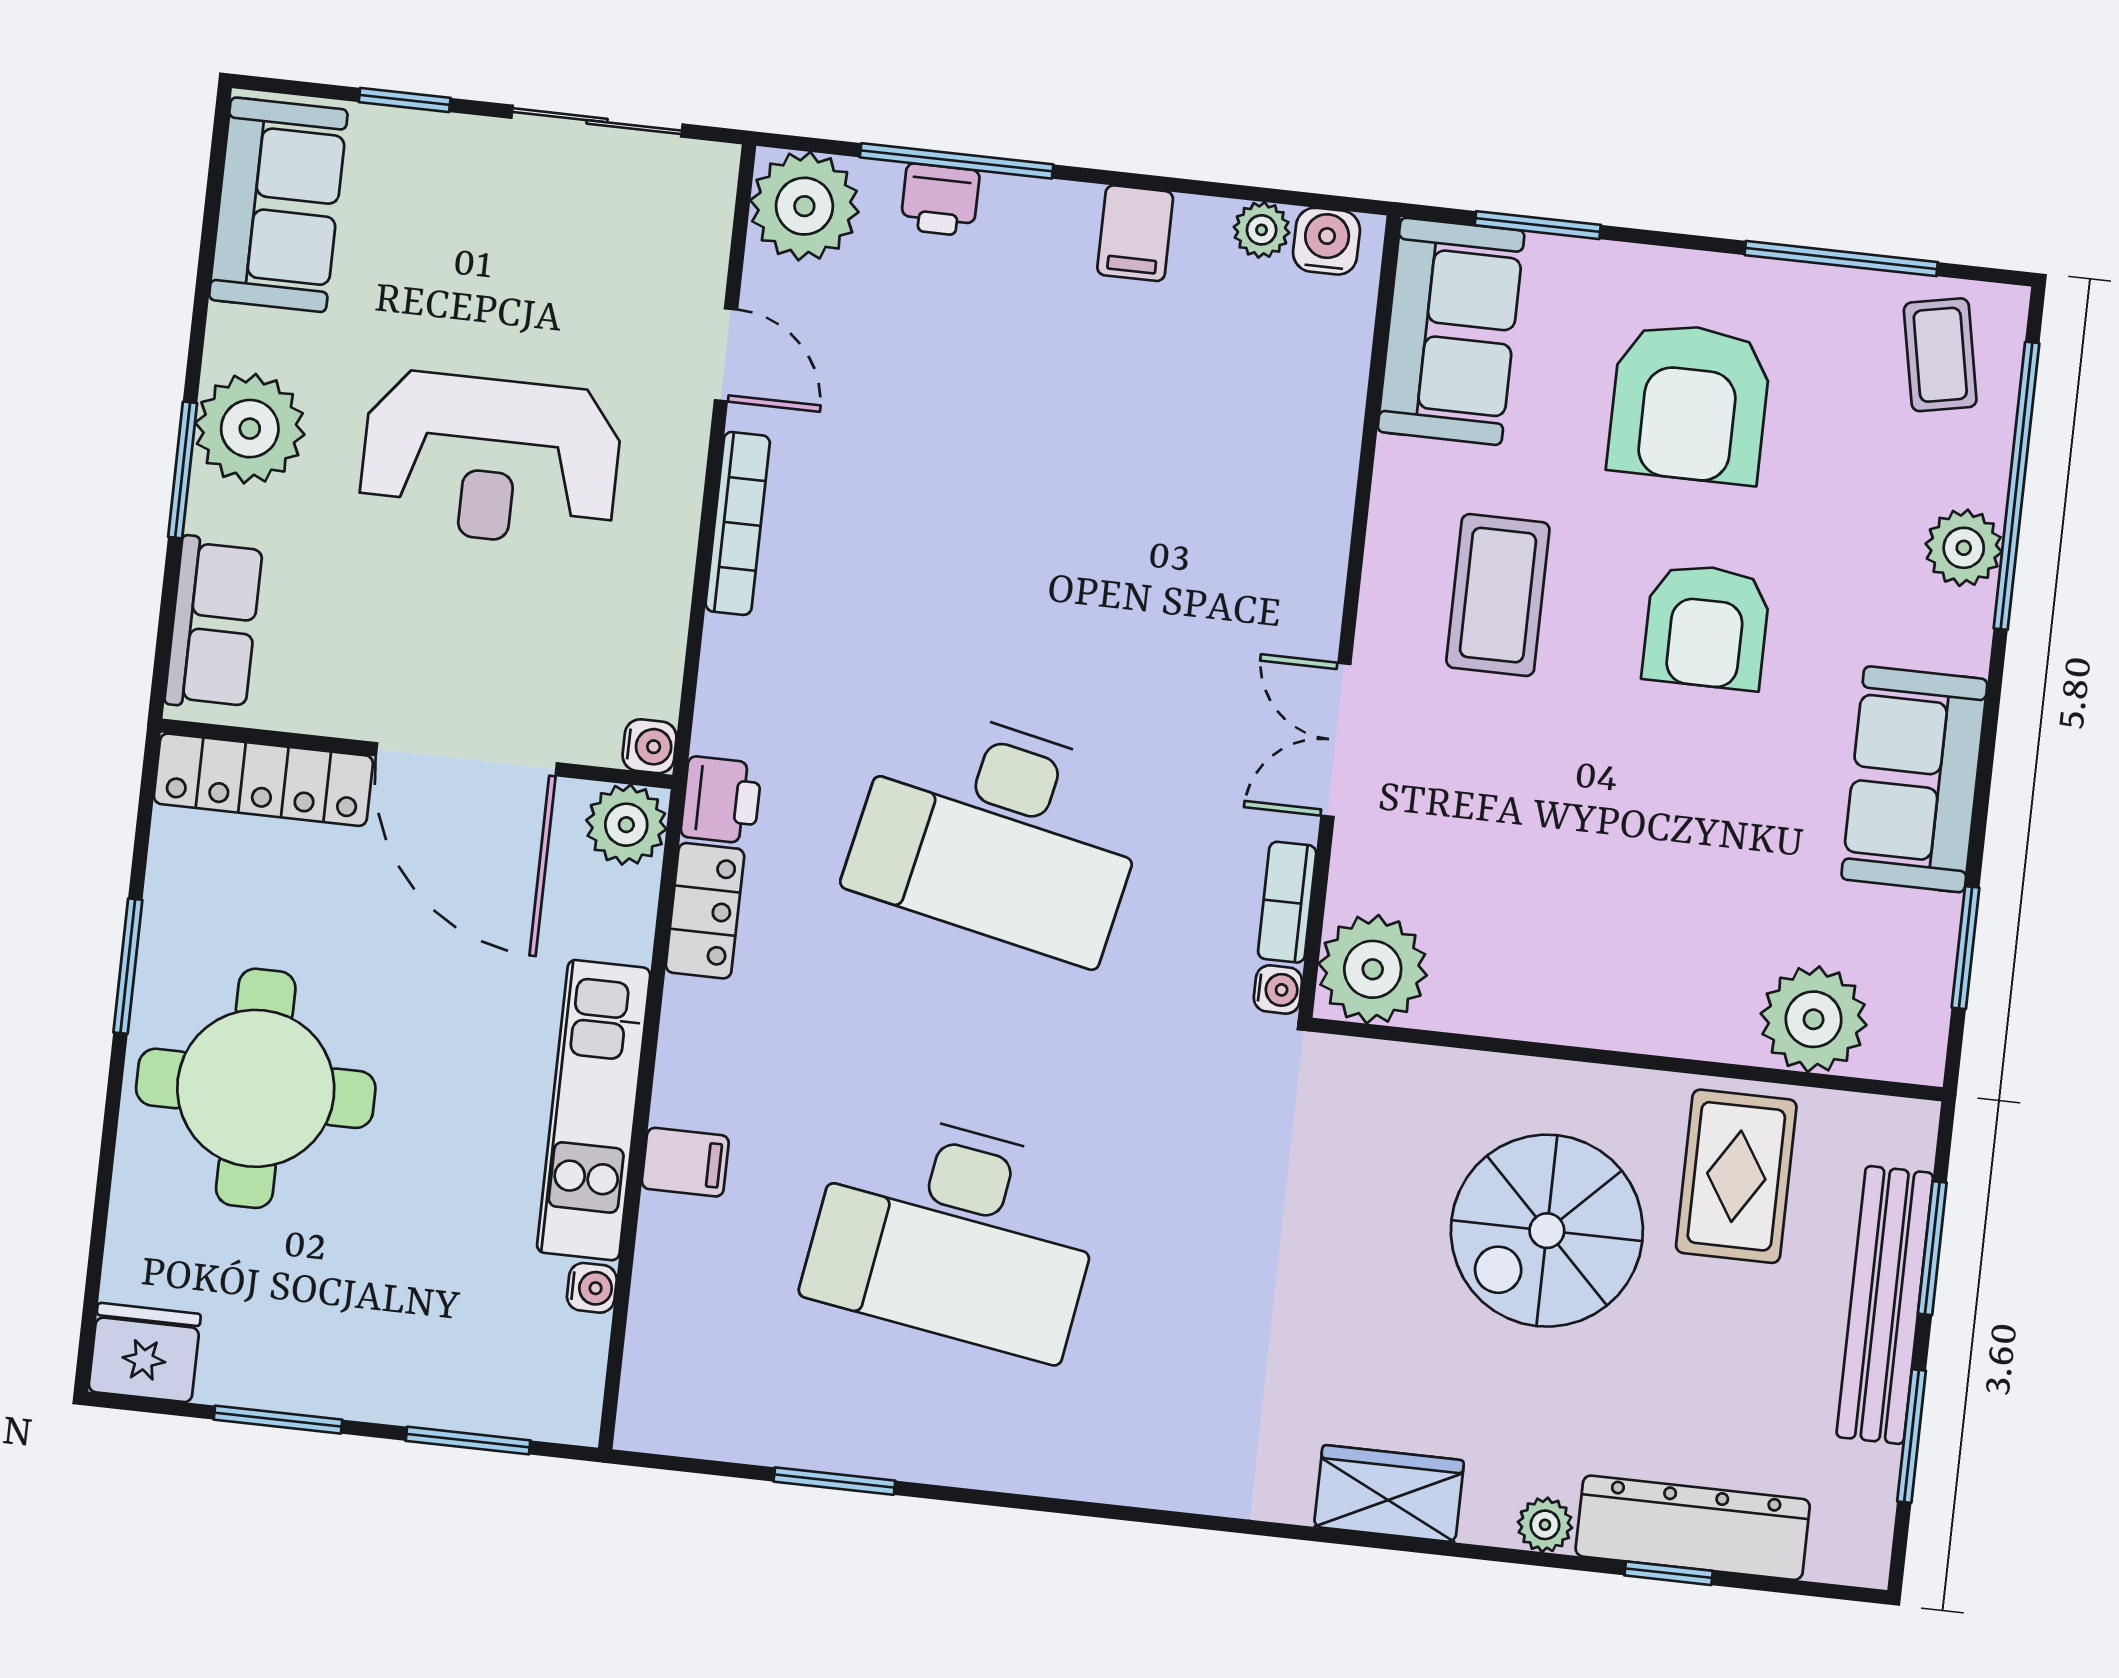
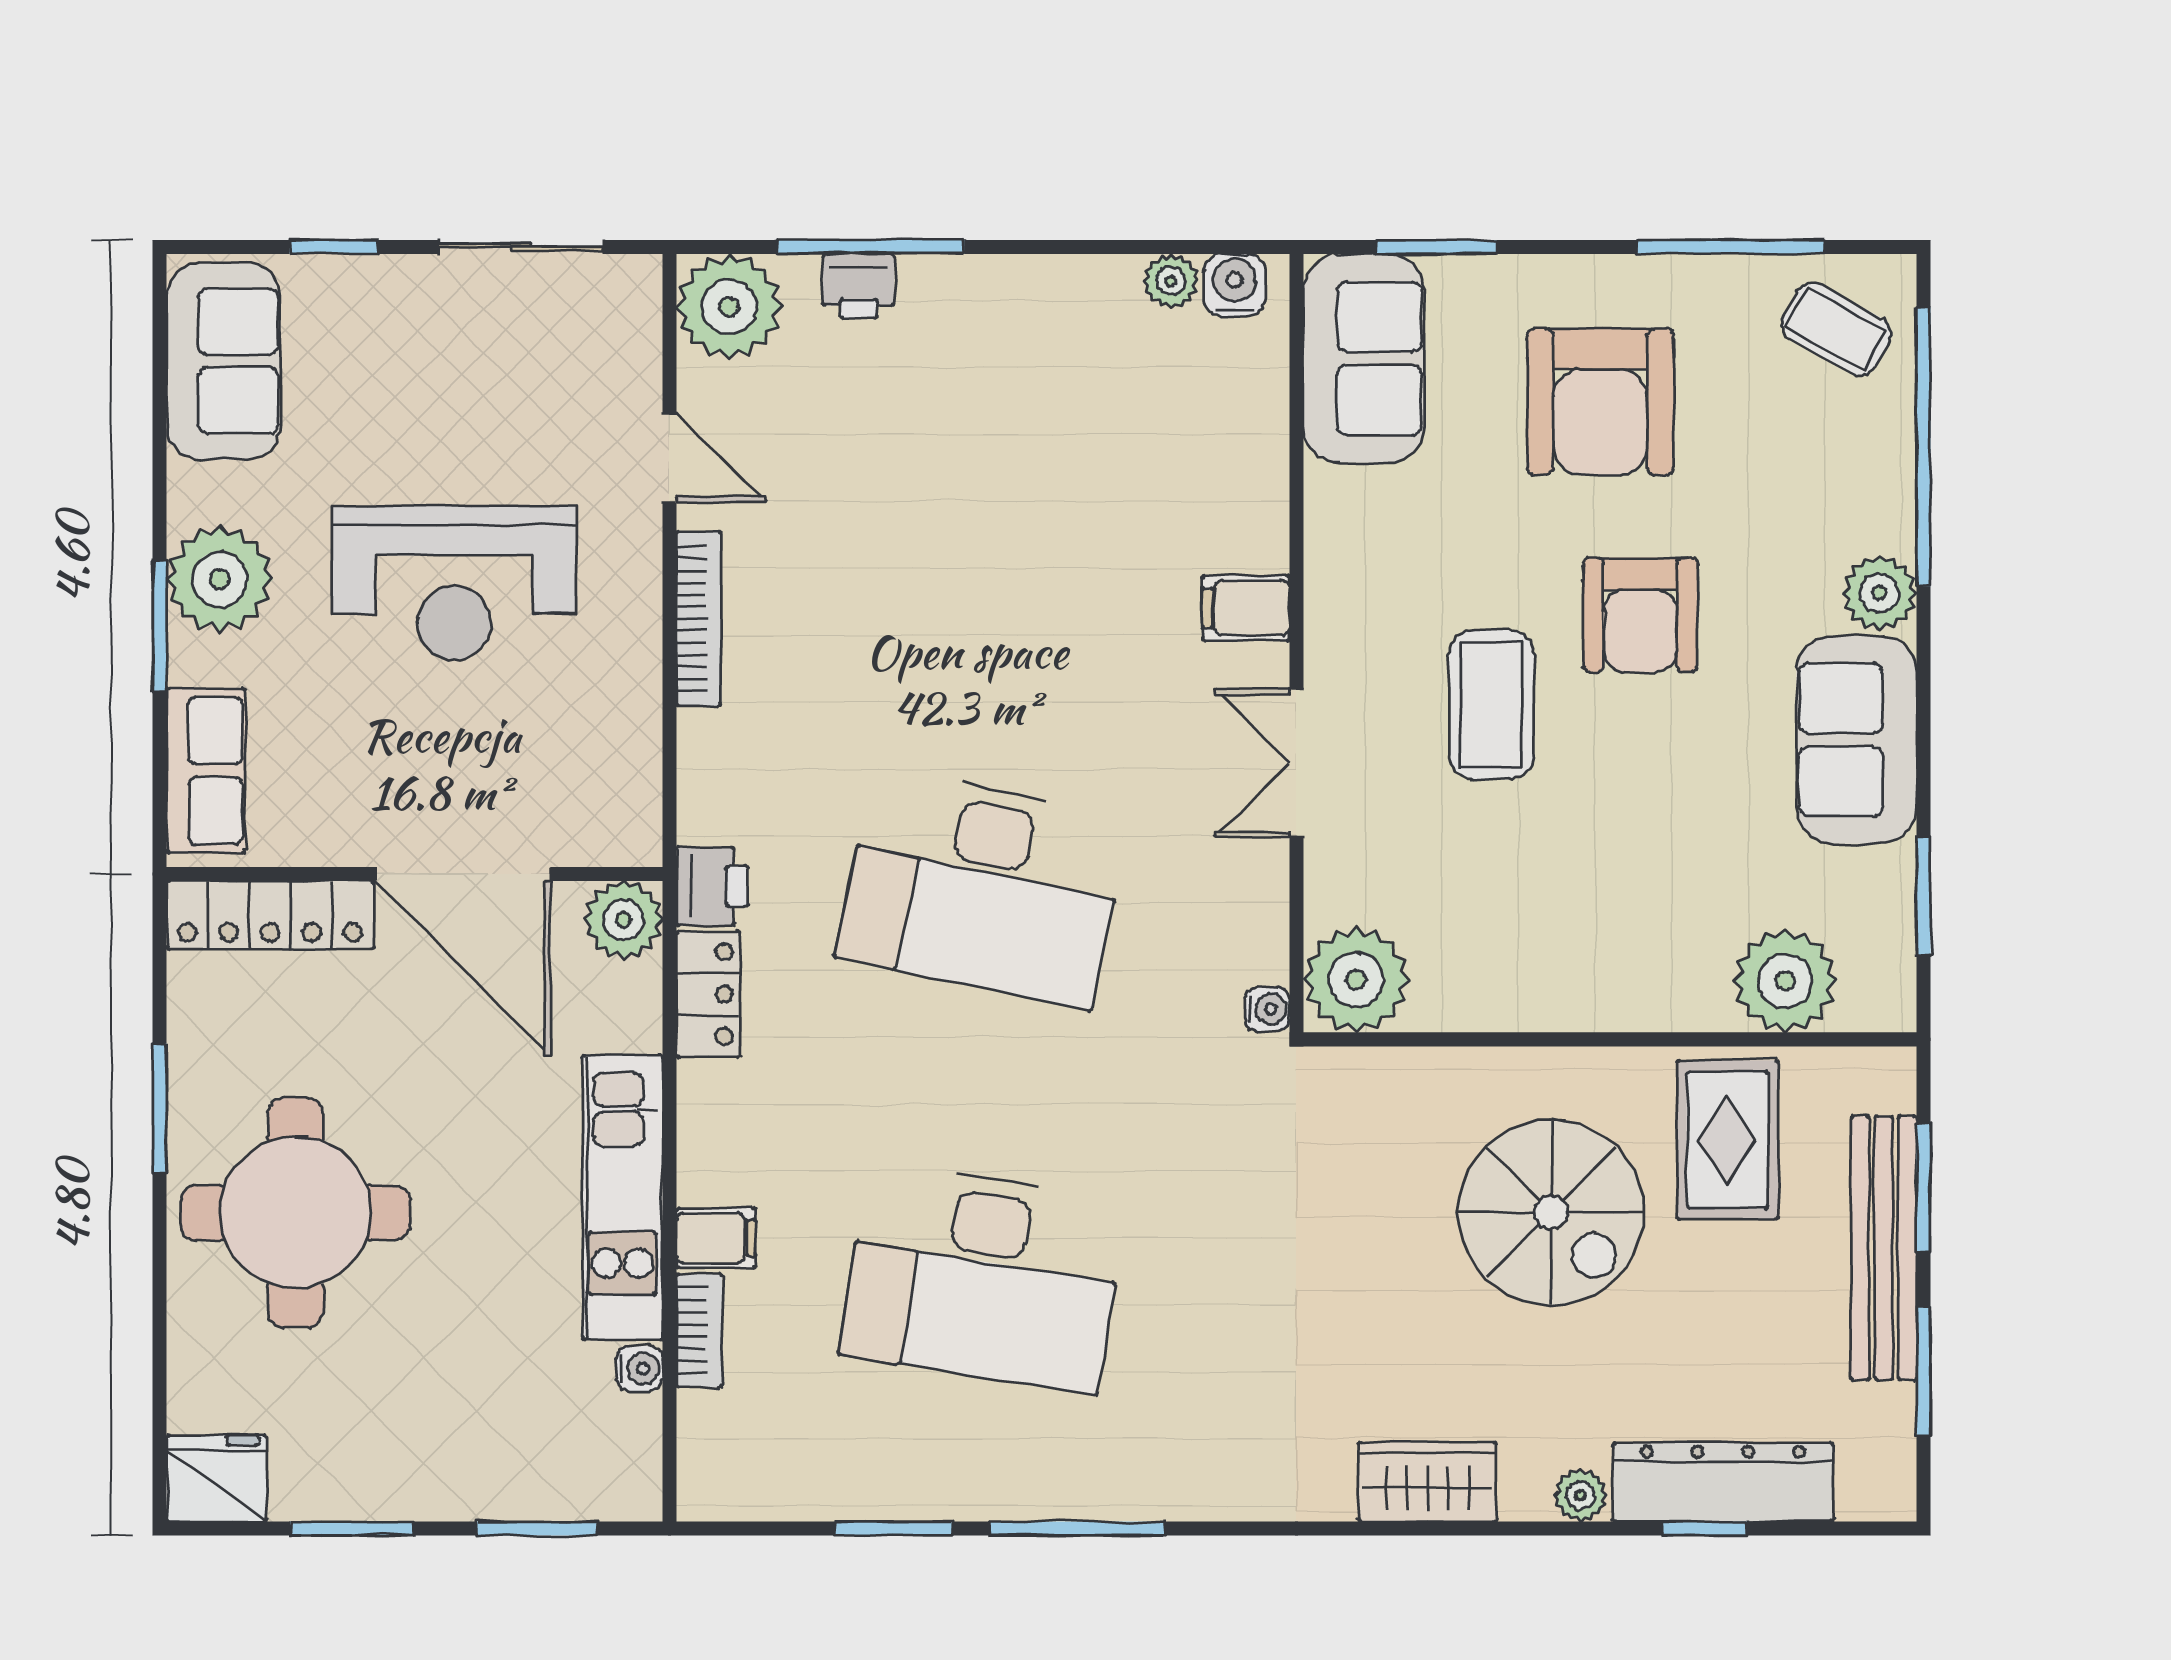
filing cabinet: (1135, 233) -> (1246, 608), moved, turned 90
coffee table: (1940, 355) -> (1836, 329), turned -50
plant: (1964, 548) -> (1879, 593), moved
coffee table: (1498, 595) -> (1491, 705), moved
water cooler: (650, 746) -> (638, 842), removed
bookcase: (1287, 902) -> (699, 1330), moved, turned 180
spiral stairs: (1547, 1231) -> (1551, 1212), turned -90
window: (1023, 1502) -> (1077, 1529), added

